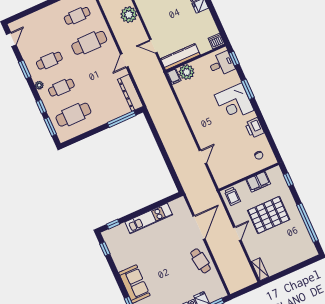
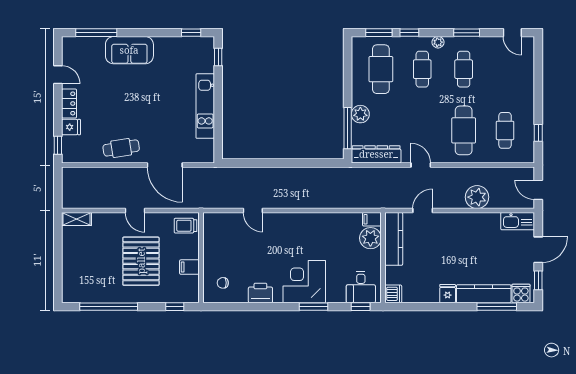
plant: (109, 115) -> (360, 114), added
filing cabinet: (258, 182) -> (189, 267), width x0.50

